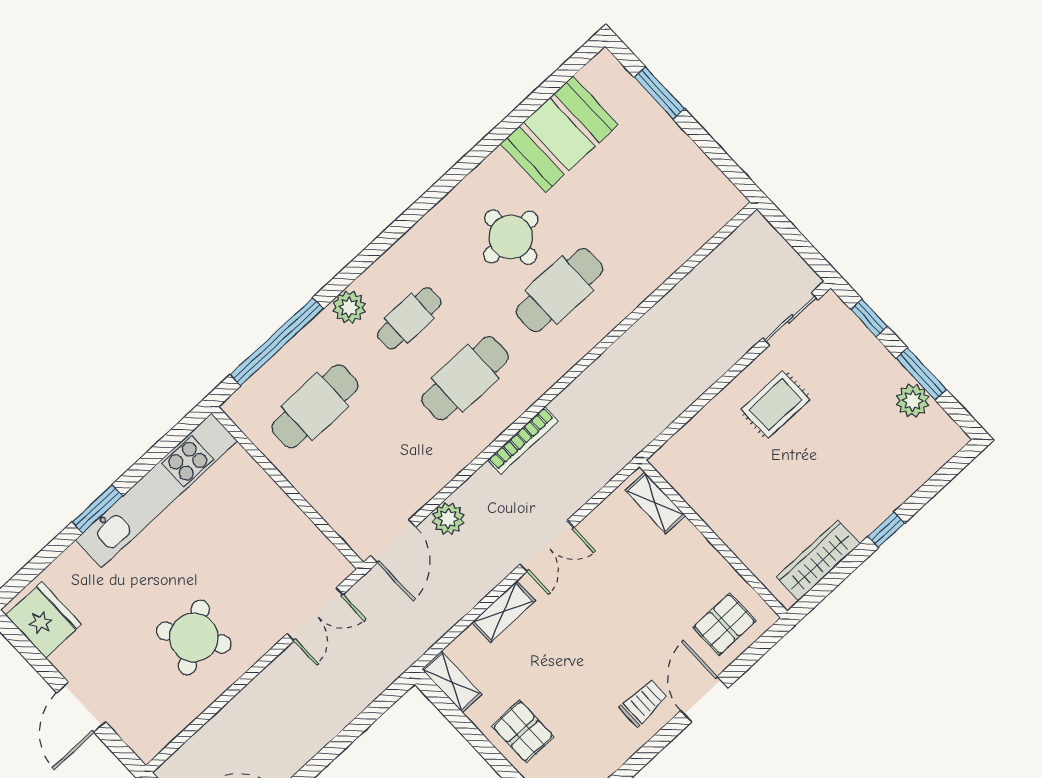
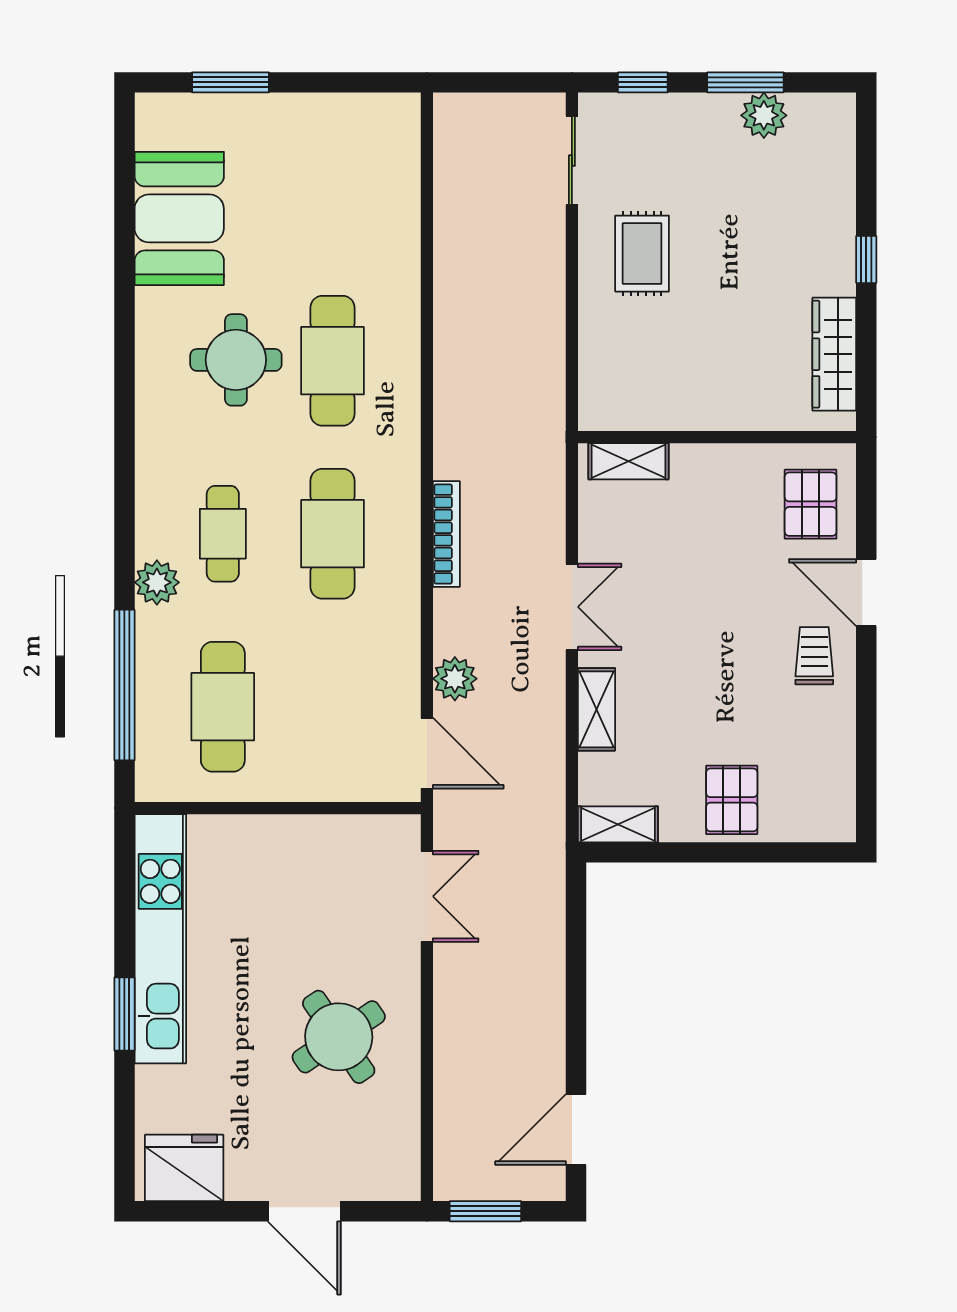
pallet: (523, 731) -> (732, 800), turned 90

